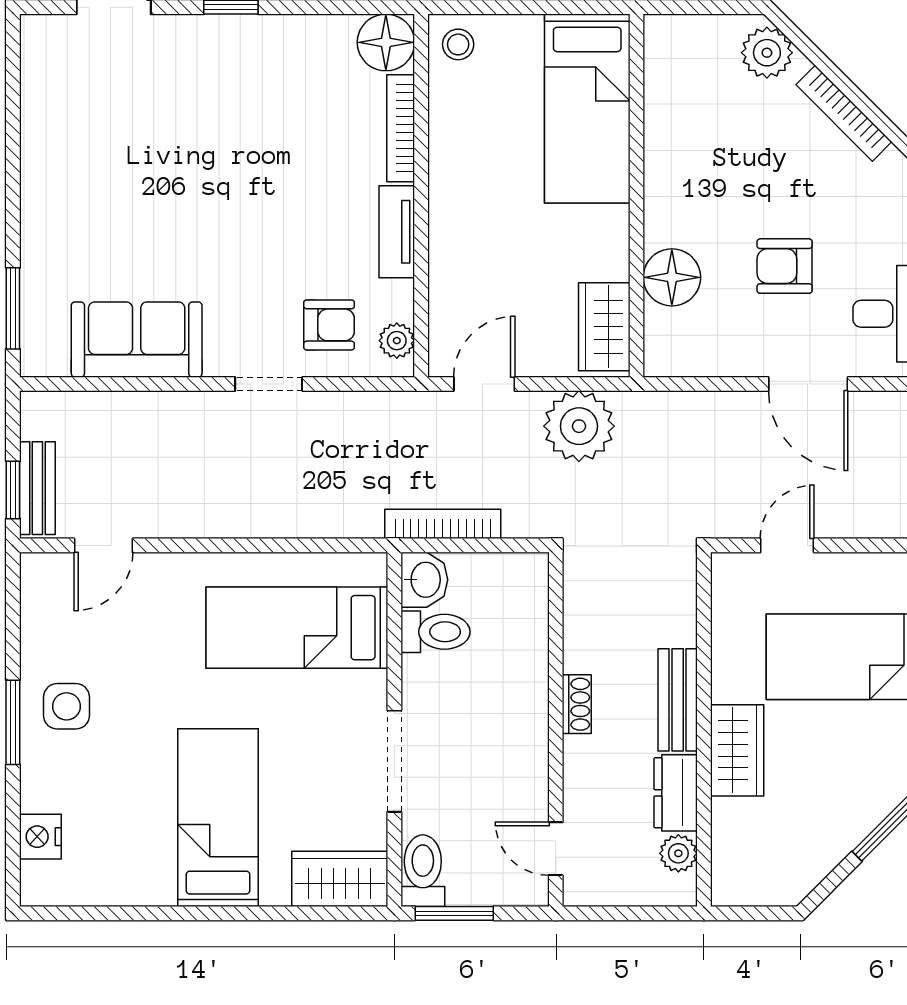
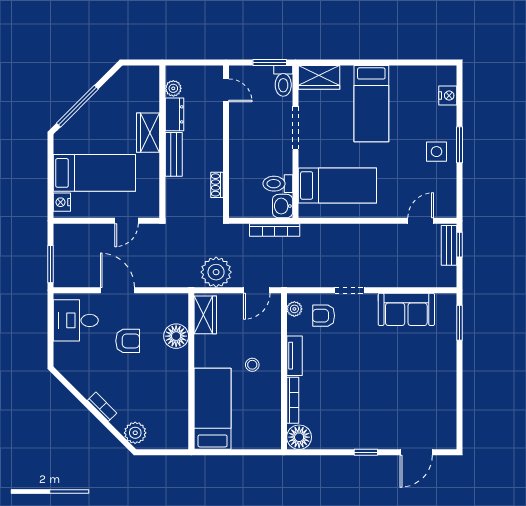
stool: (458, 44) -> (252, 365), moved
bookcase: (844, 113) -> (102, 407), width x0.64
shoe rack: (577, 704) -> (217, 185), moved

